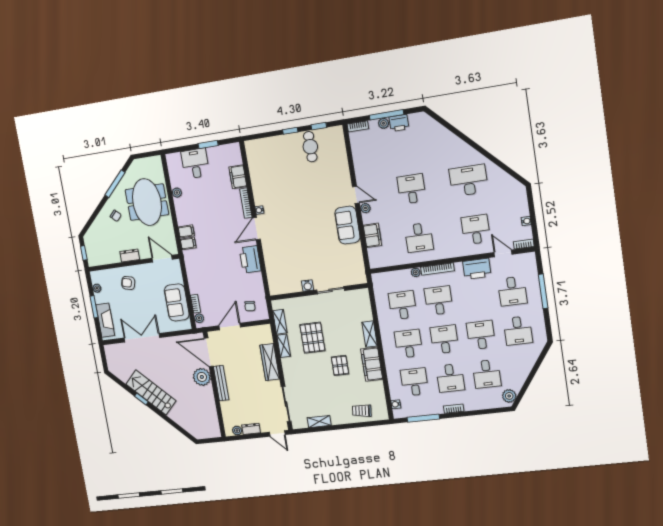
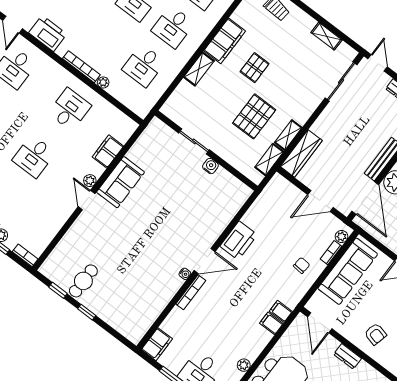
filing cabinet: (238, 177) -> (157, 344), moved
desk: (439, 301) -> (108, 39), removed
sofa: (177, 302) -> (348, 271), width x1.36
chair: (250, 306) -> (302, 265), moved
wardrobe: (270, 362) -> (301, 154), moved

